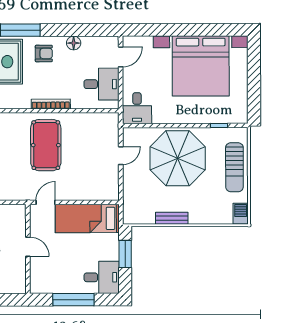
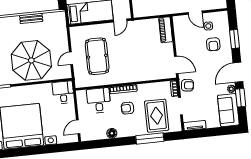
armchair: (44, 53) -> (127, 108), moved
desk: (101, 84) -> (99, 100), moved, turned 90
pool table: (46, 145) -> (97, 56), moved

